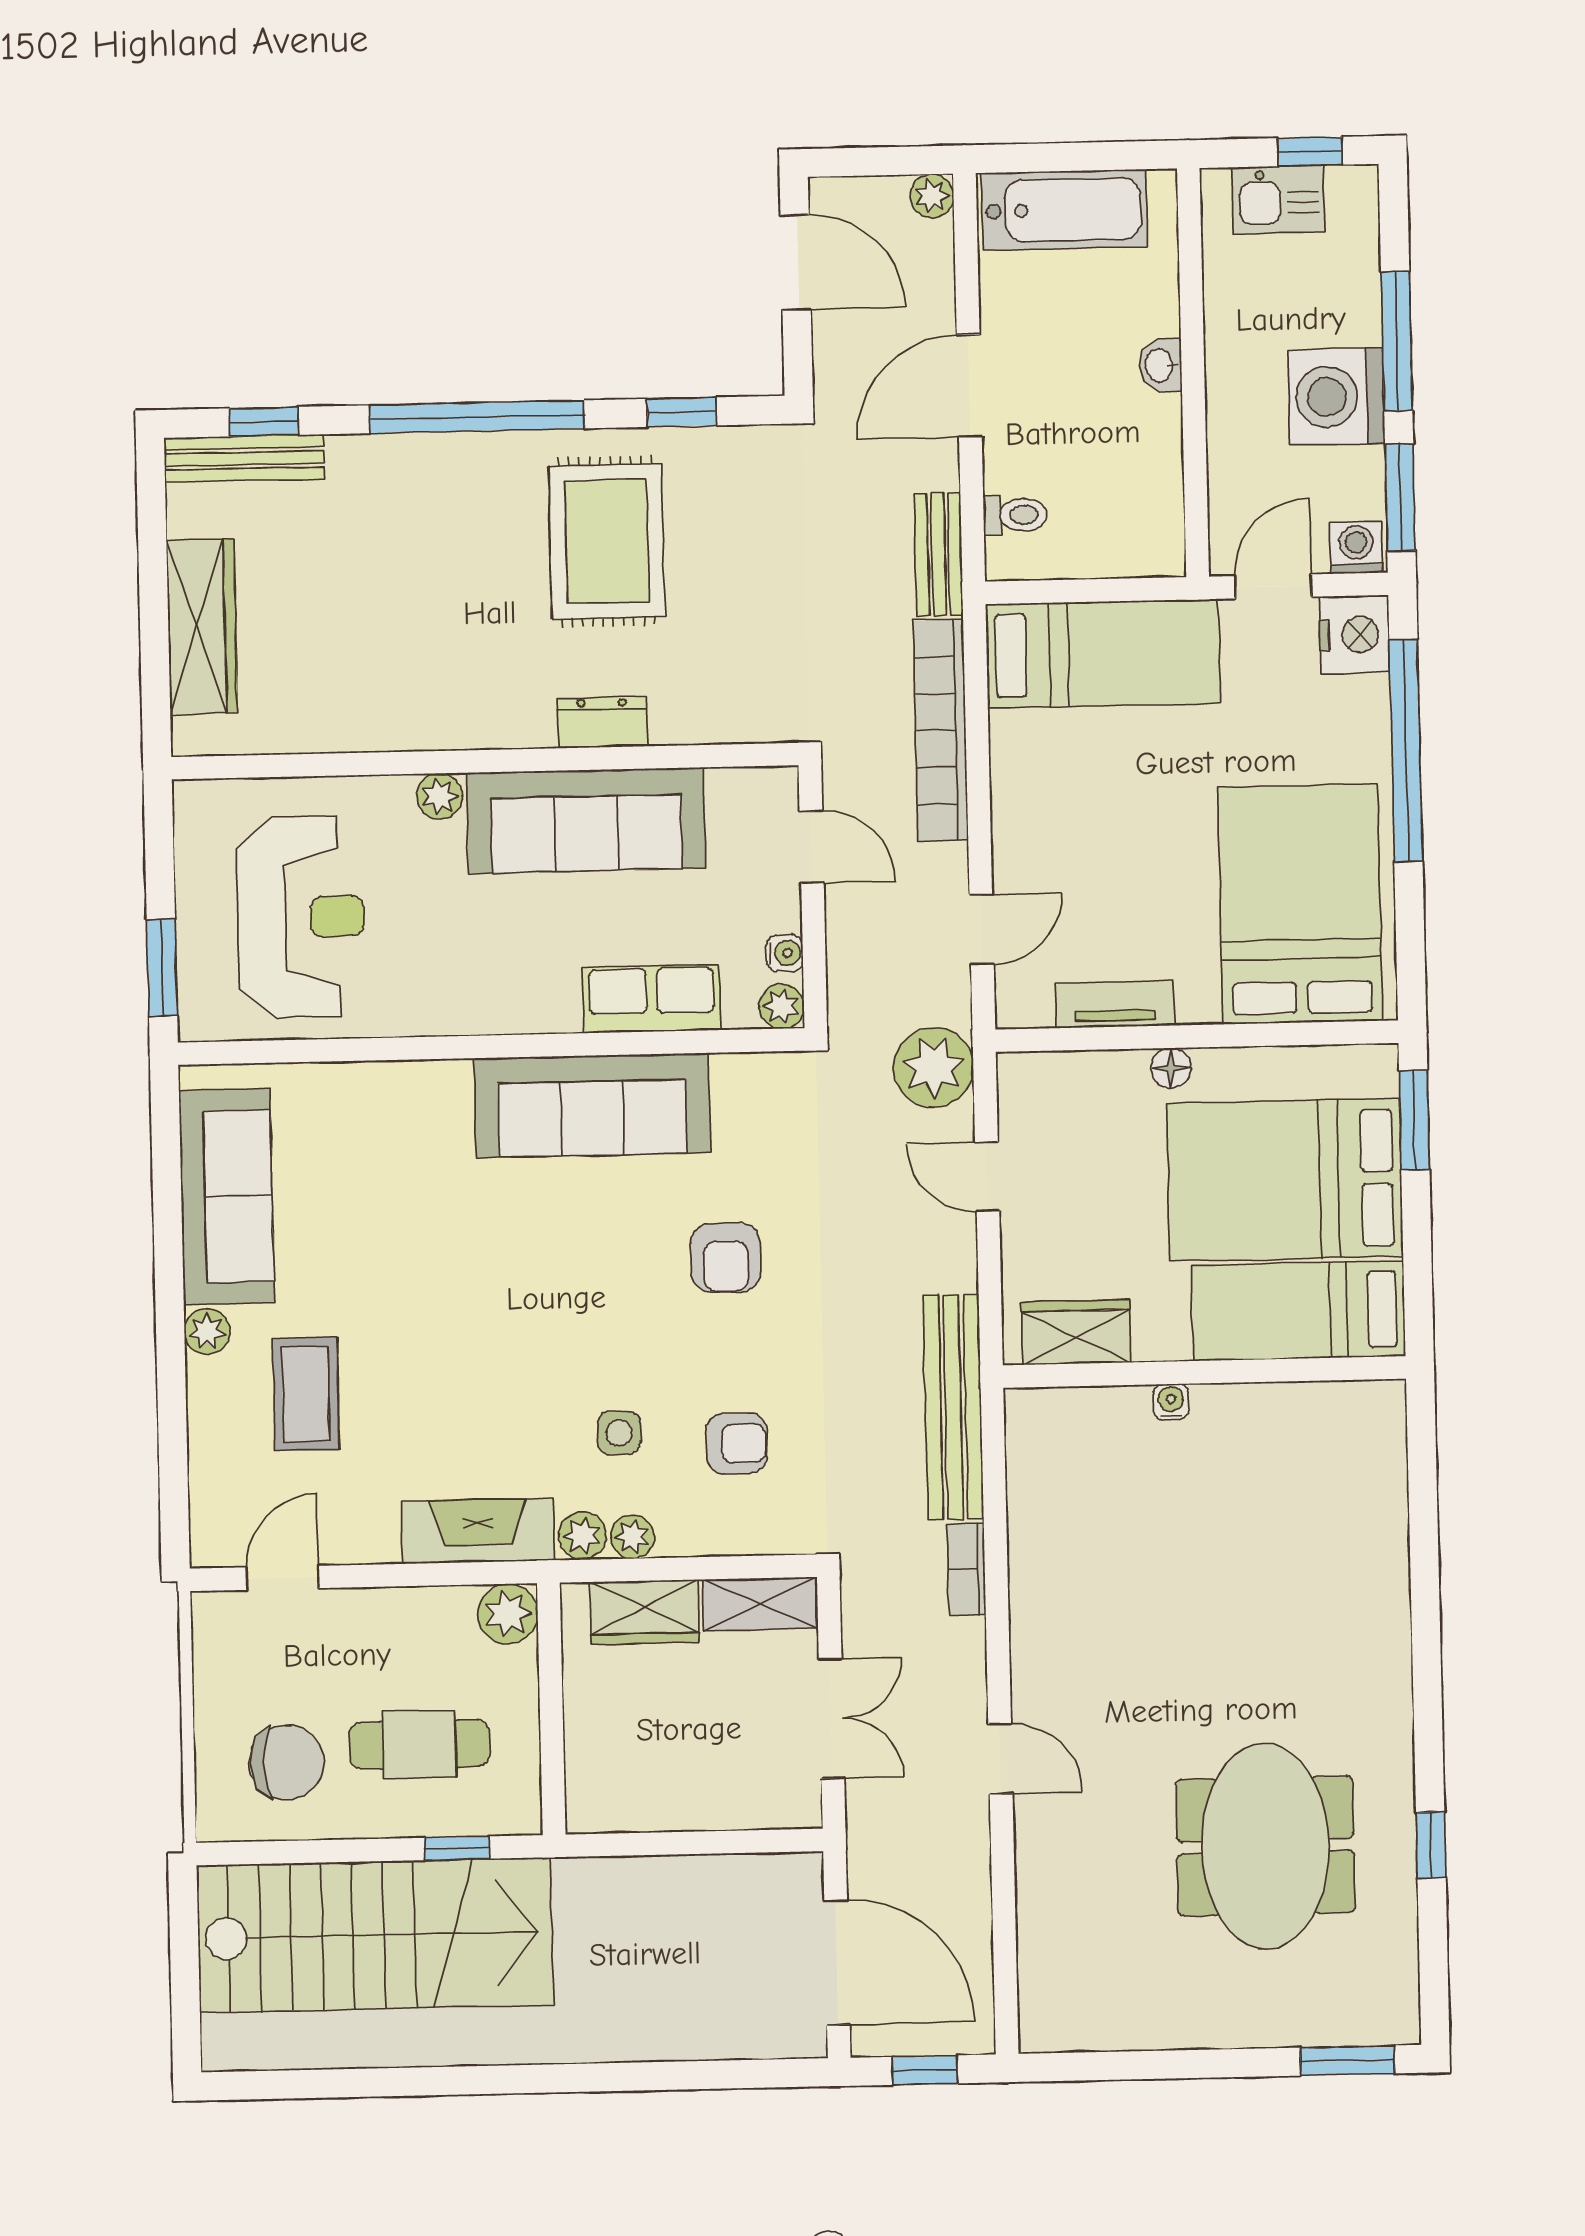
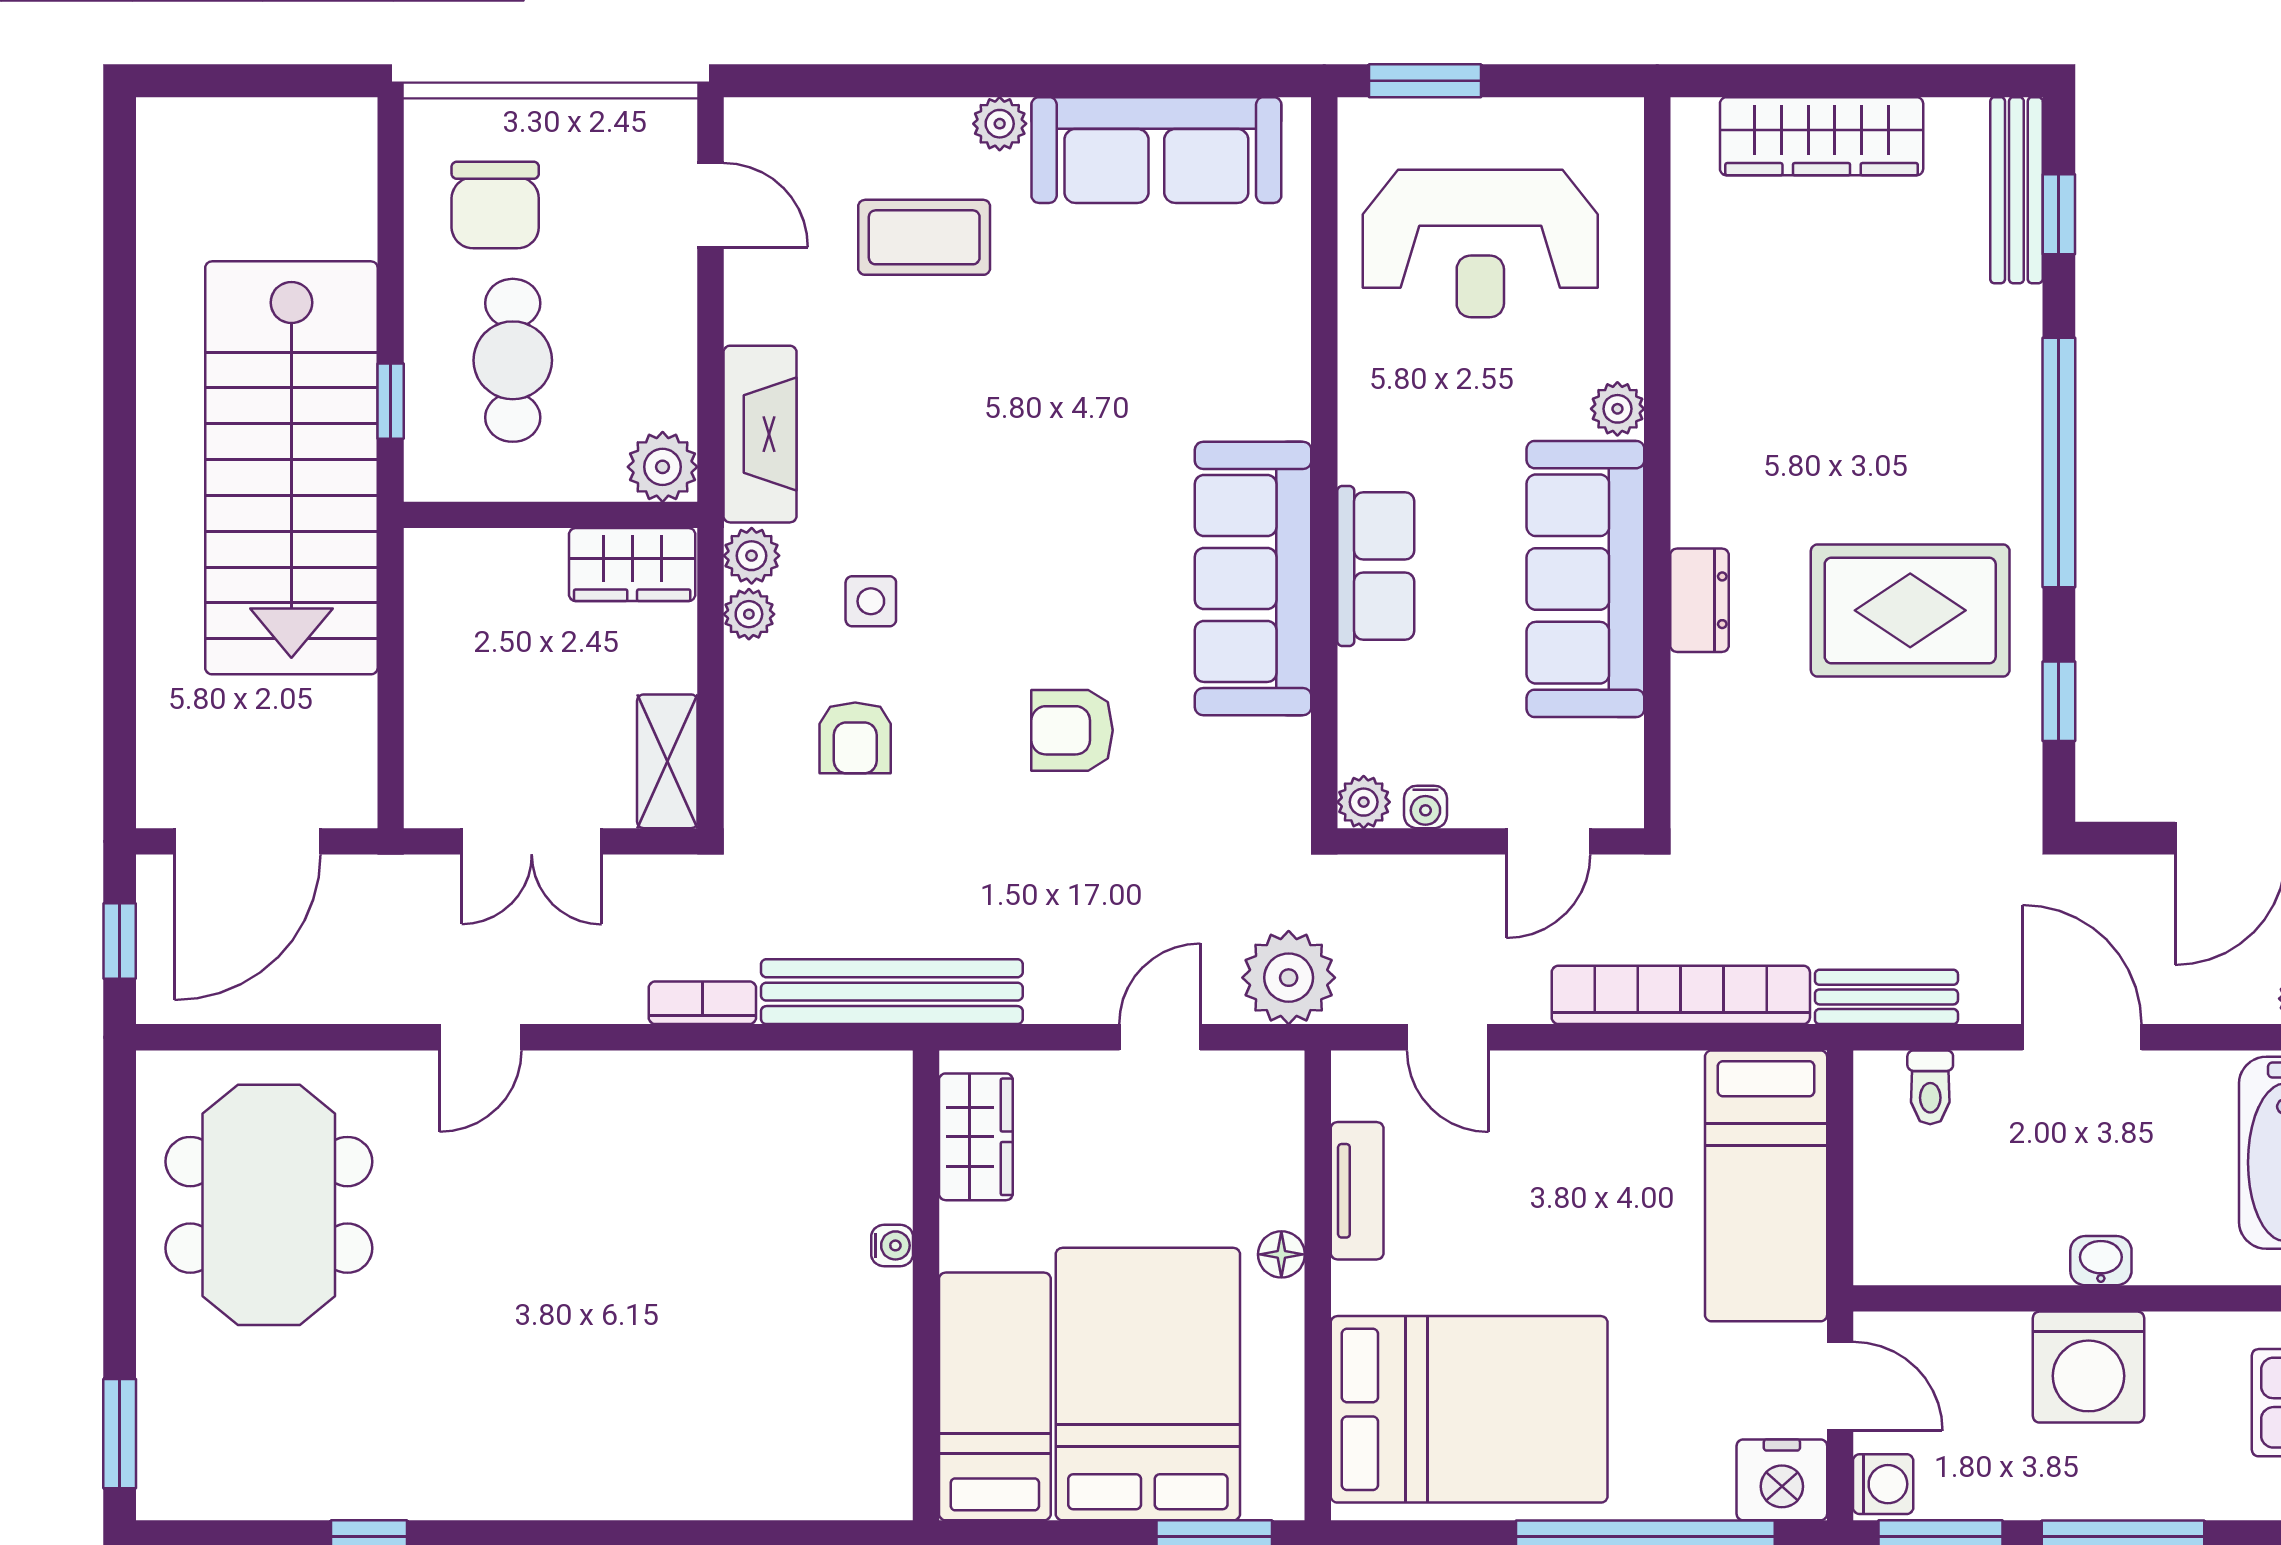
washing machine: (1336, 397) -> (2089, 1367), moved, turned 180
row of seats: (652, 999) -> (1376, 566), moved
wardrobe: (644, 1612) -> (632, 565), moved, turned -90
meeting table: (1265, 1846) -> (269, 1205), moved, turned 90
stairs: (375, 1935) -> (291, 468), moved

